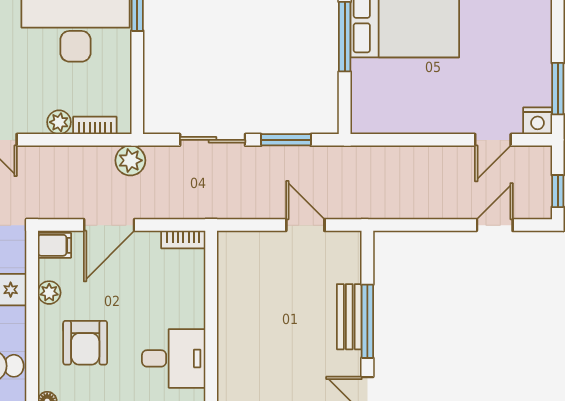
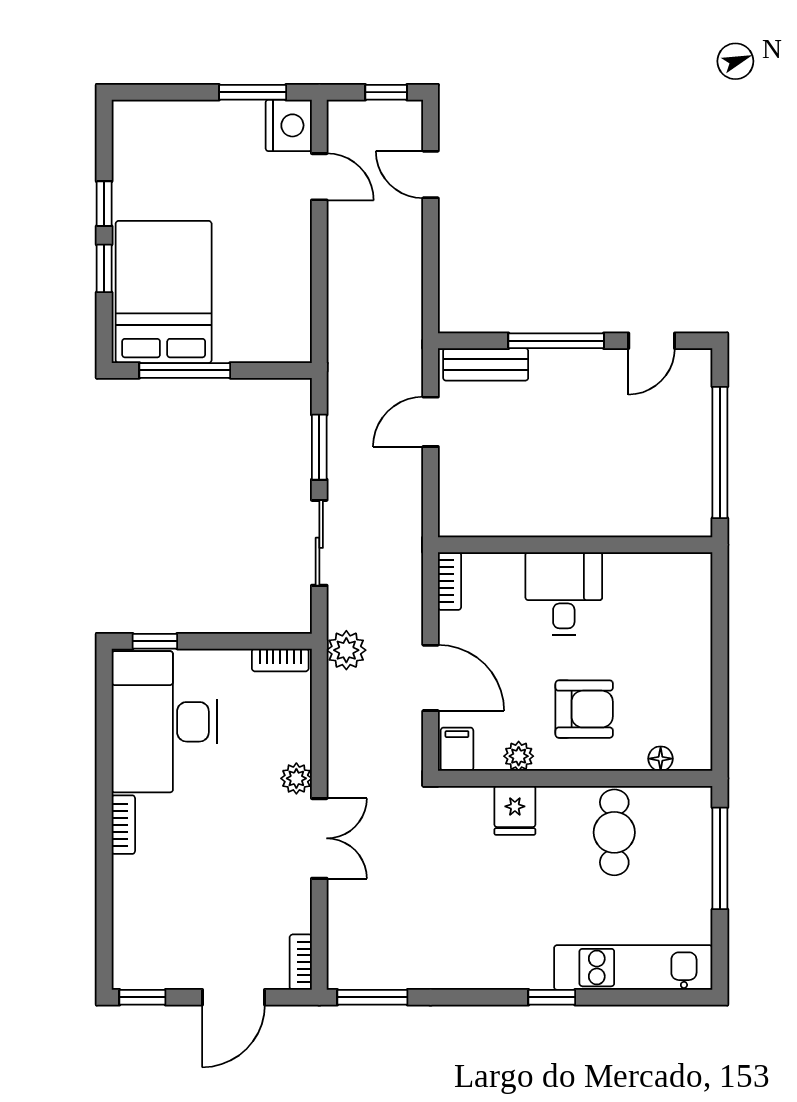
nightstand: (538, 121) -> (289, 125), width x1.36, depth x1.33
plant: (59, 122) -> (296, 778), moved
bookcase: (95, 125) -> (280, 660), moved, turned -90
bench: (349, 317) -> (486, 364), moved
desk: (174, 358) -> (564, 594), moved

